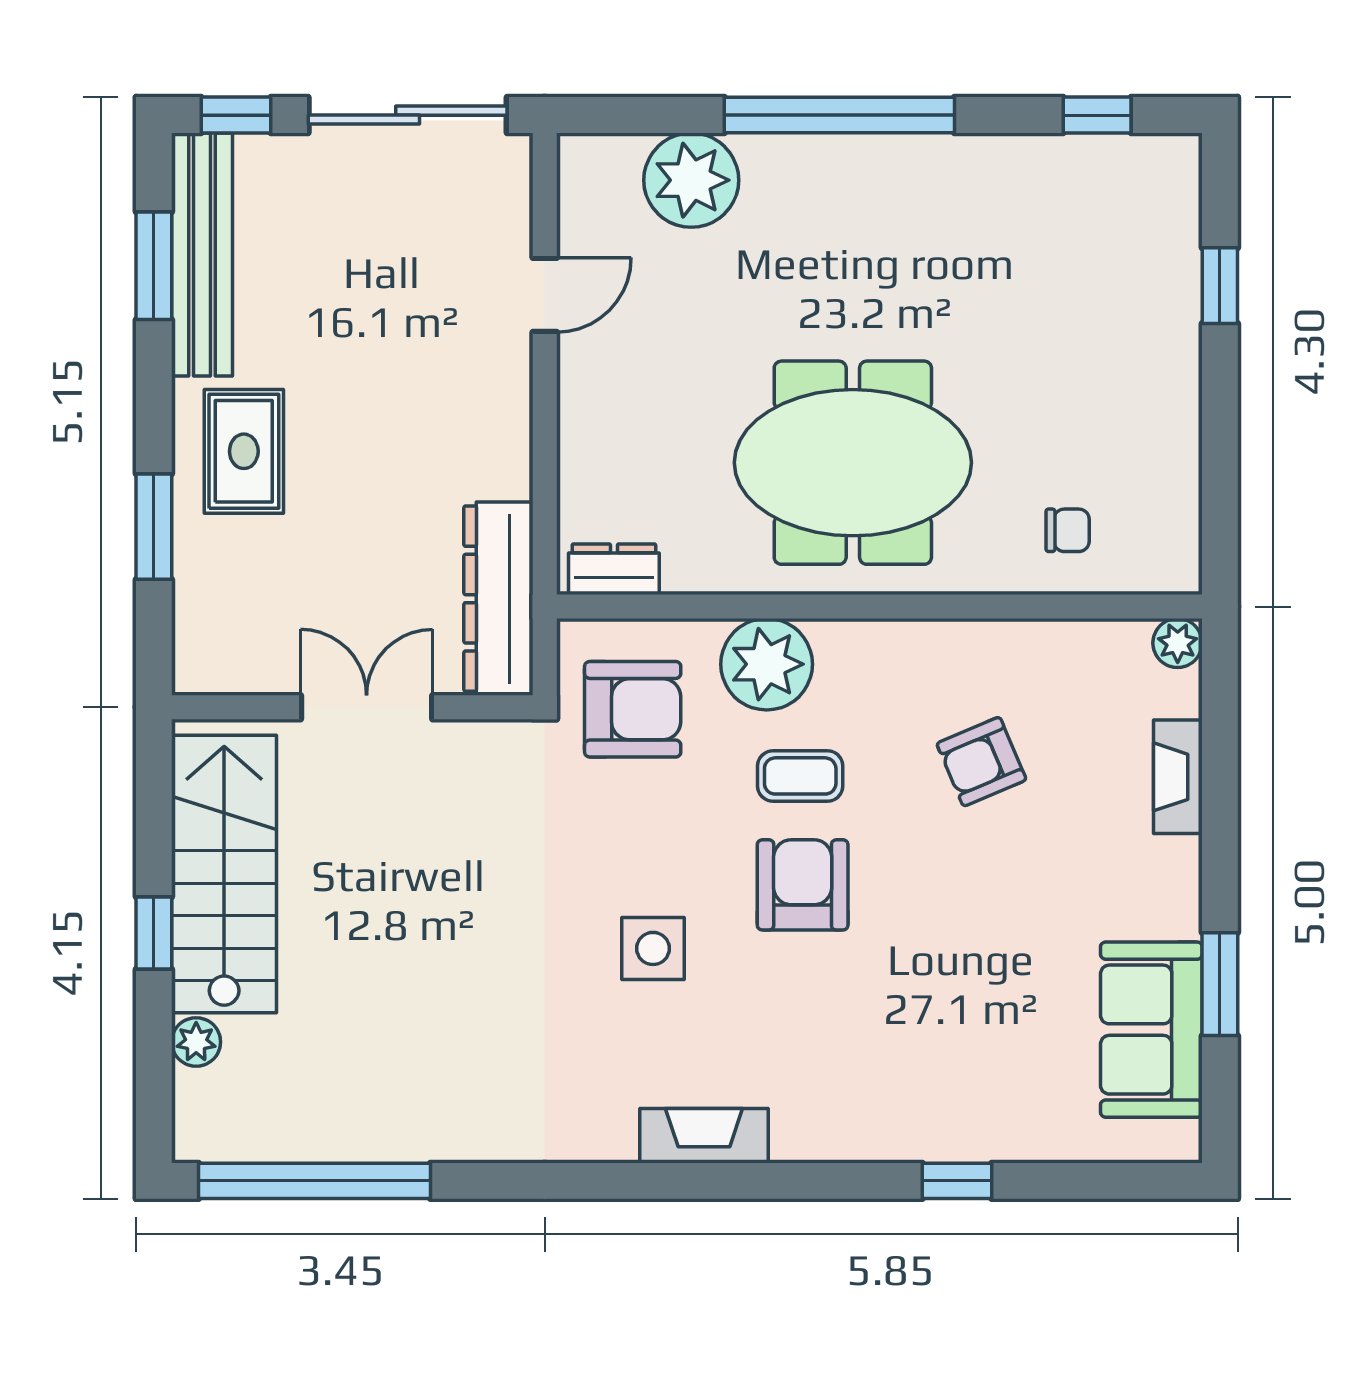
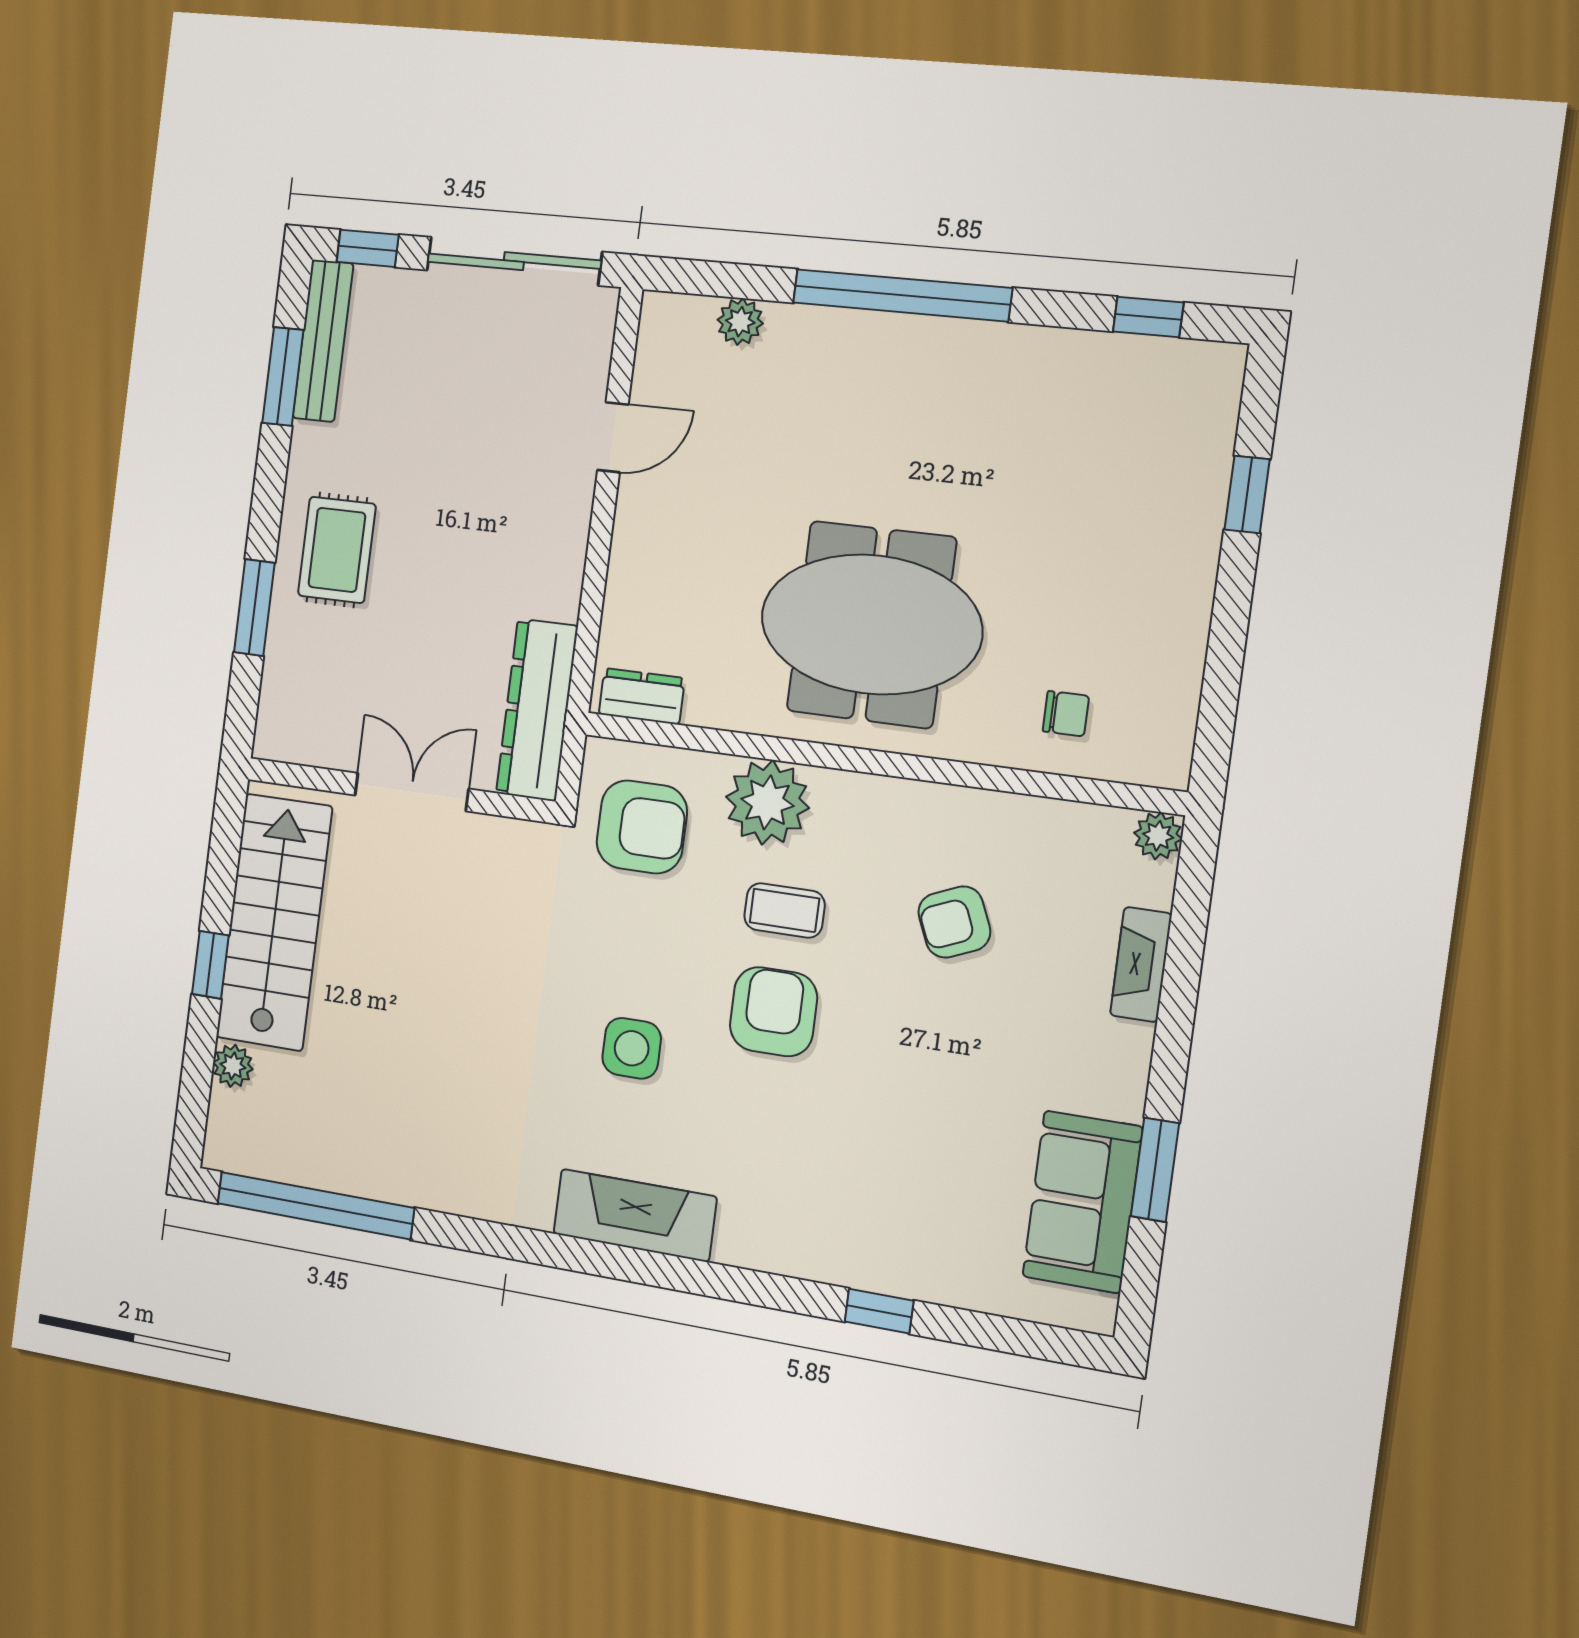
plant: (691, 180) -> (740, 322), width x0.53, depth x0.53
bench: (202, 254) -> (323, 341), width x0.73, depth x0.82
fireplace: (704, 1136) -> (635, 1215), width x1.37, depth x1.32

